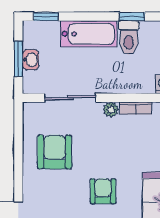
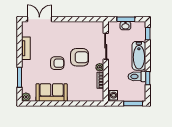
armchair: (55, 152) -> (80, 57), moved

